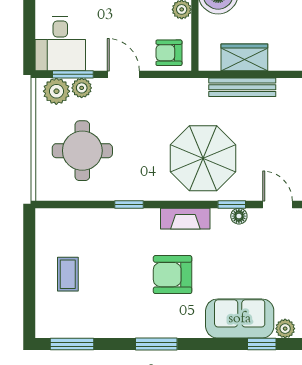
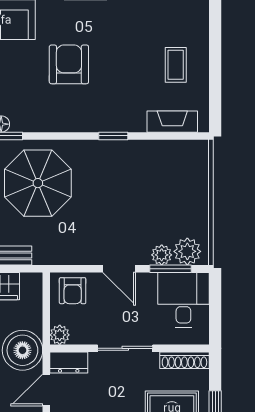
armchair: (169, 53) -> (73, 291), turned 90
round table: (82, 151) -> (161, 191), removed
fireplace: (185, 219) -> (172, 122), moved
armchair: (173, 275) -> (69, 64), turned -90

